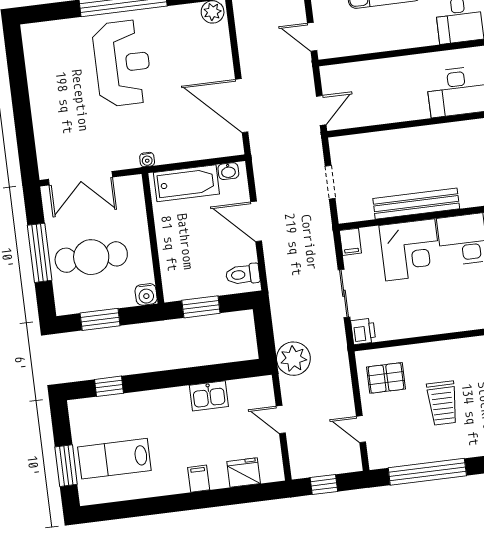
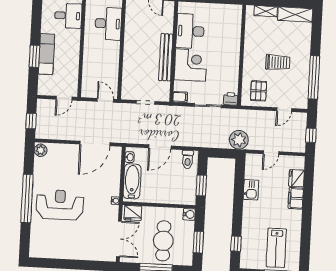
fridge: (131, 195) -> (133, 213), added
filing cabinet: (199, 479) -> (296, 198), width x2.00

